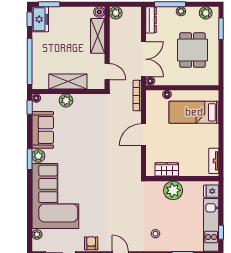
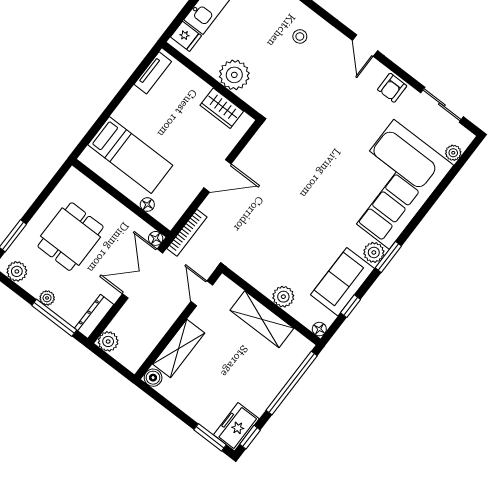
plant: (116, 13) -> (108, 341), moved
window: (30, 107) -> (351, 306), moved

